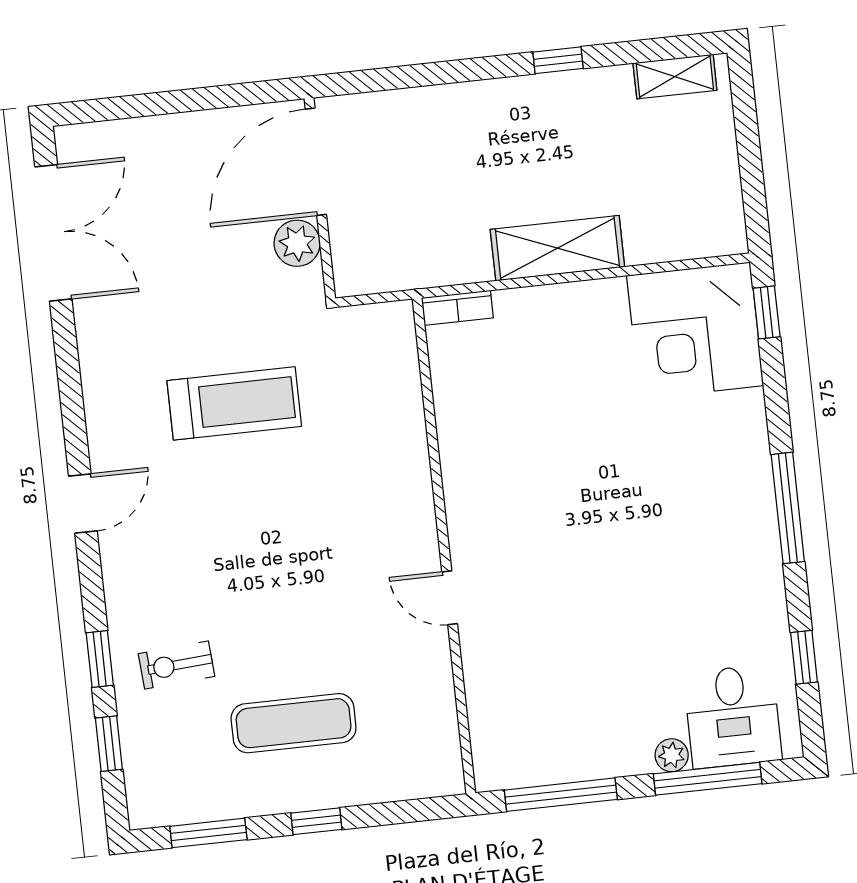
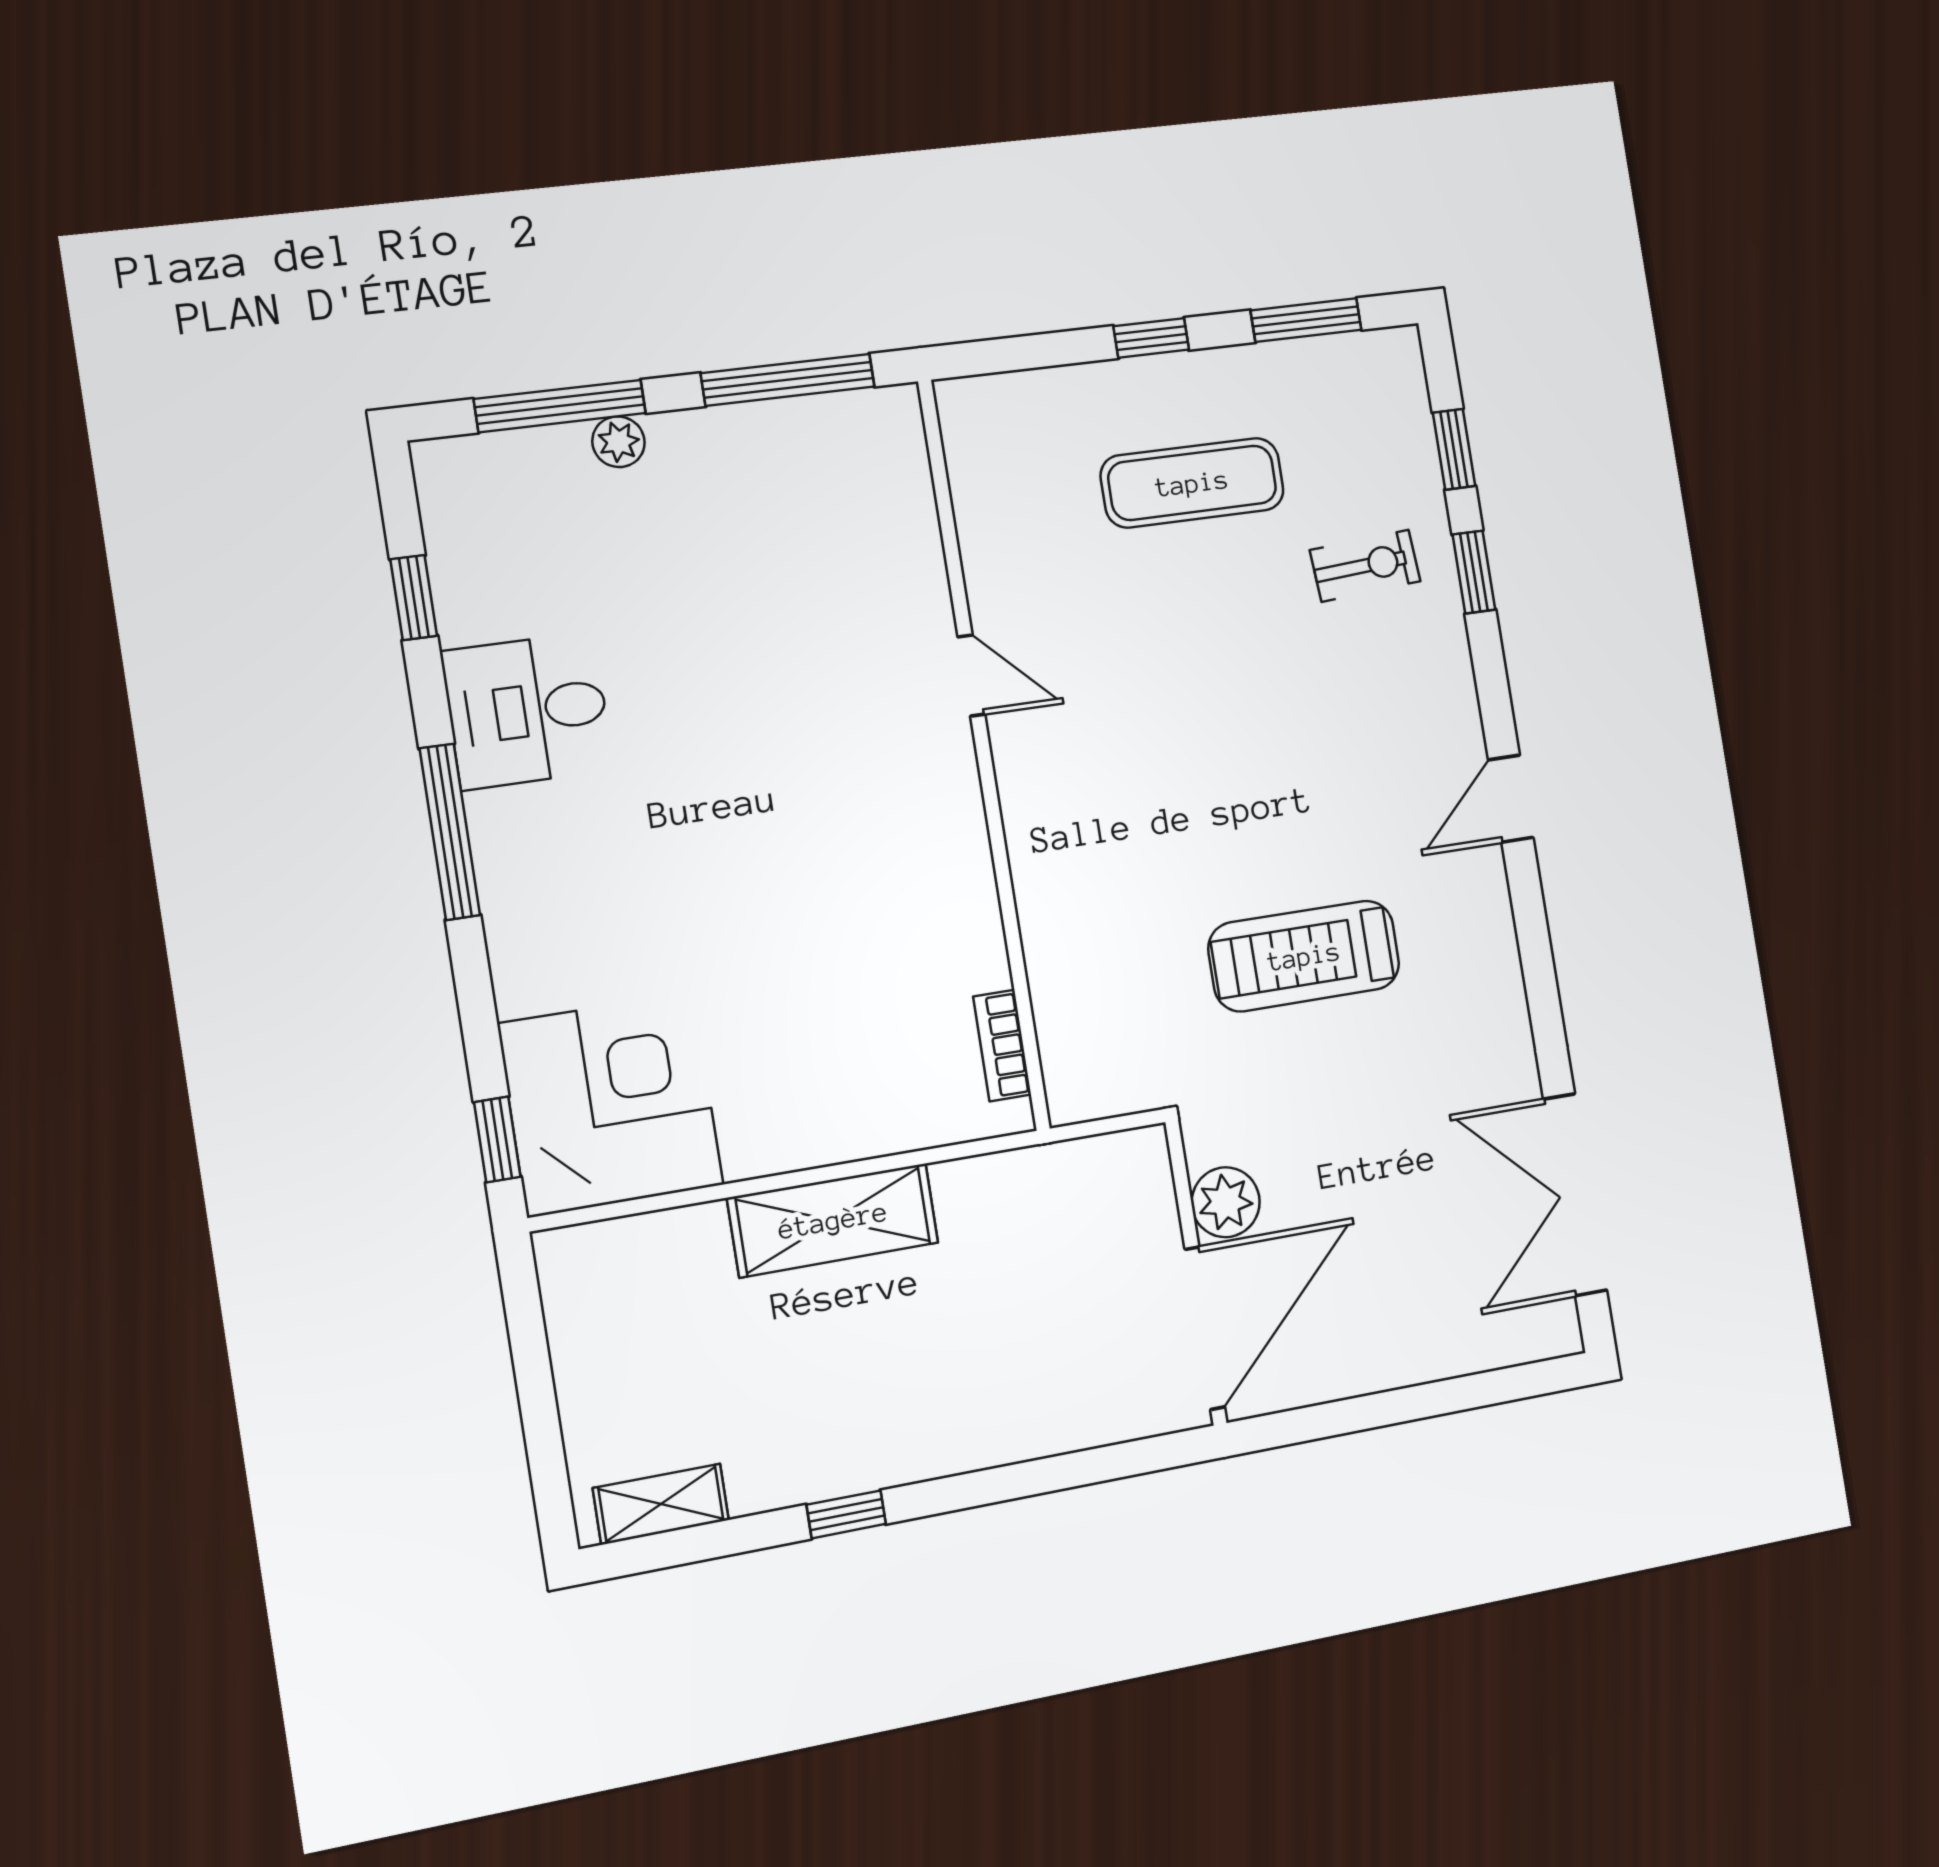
bookcase: (457, 308) -> (1002, 1046), moved, turned -90
desk: (733, 716) -> (528, 711), moved, turned -90

